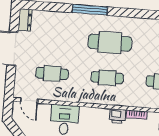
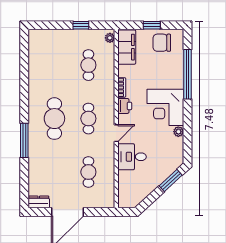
door: (29, 101) -> (116, 133), moved

